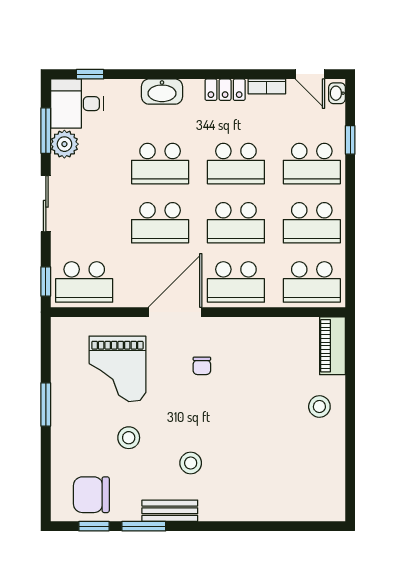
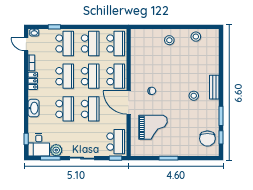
door: (310, 74) -> (26, 44), swing flipped
piano: (333, 346) -> (143, 35), removed
stool: (129, 438) -> (196, 37), moved
bench: (170, 511) -> (214, 87), moved

